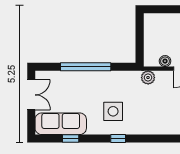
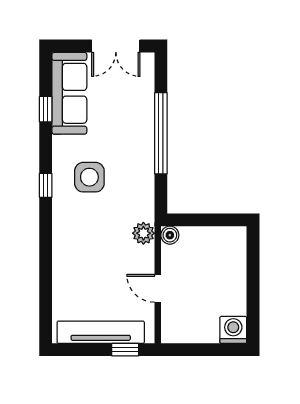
boiler: (165, 61) -> (170, 235), moved

